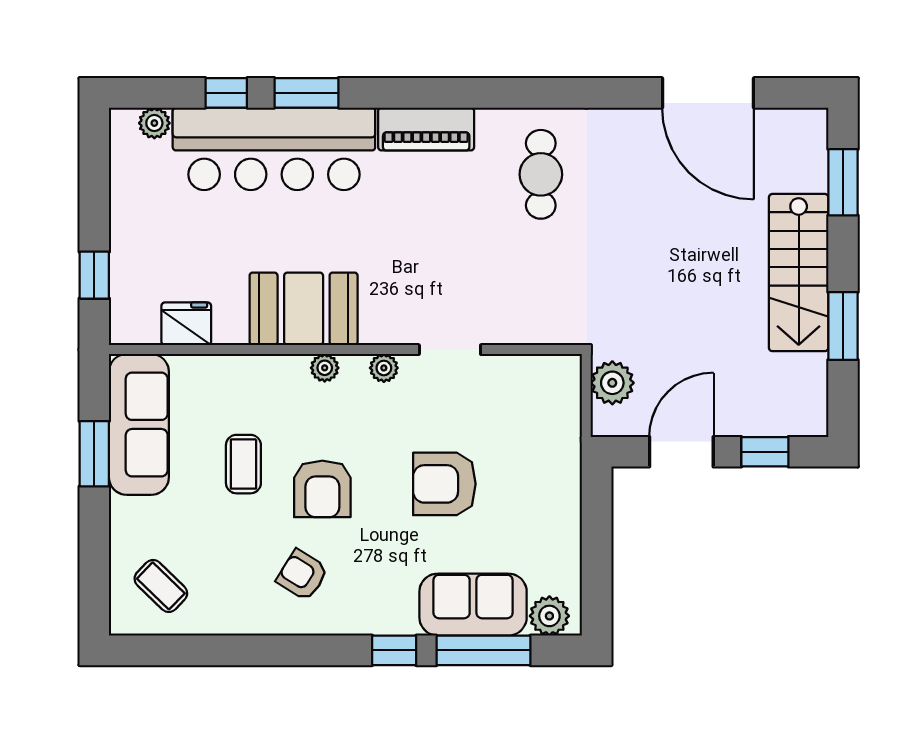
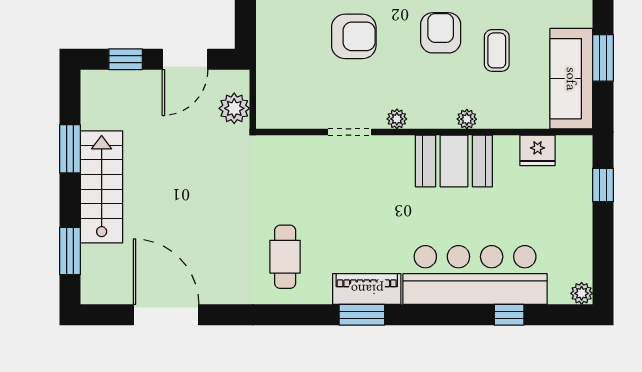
window: (306, 93) -> (362, 315), moved
plant: (154, 123) -> (582, 293), moved
plant: (325, 368) -> (467, 119), moved

